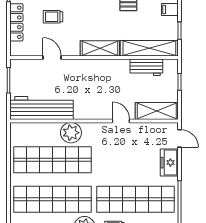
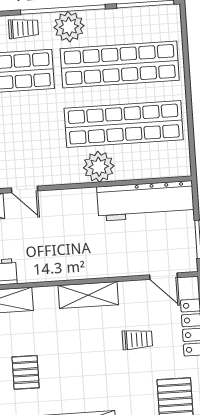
shelving: (100, 48) -> (88, 295), moved
door: (52, 57) -> (163, 276), moved

